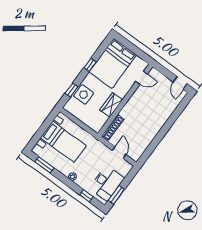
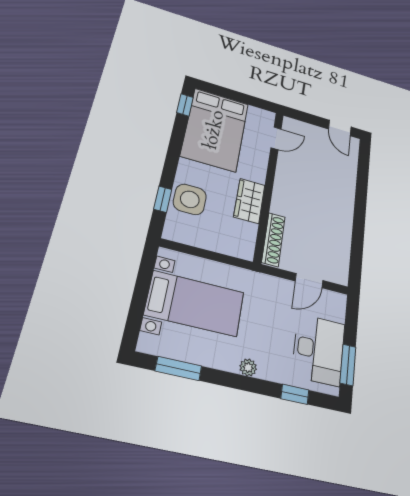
window: (90, 65) -> (185, 105), moved
door: (119, 152) -> (309, 281), swing flipped

